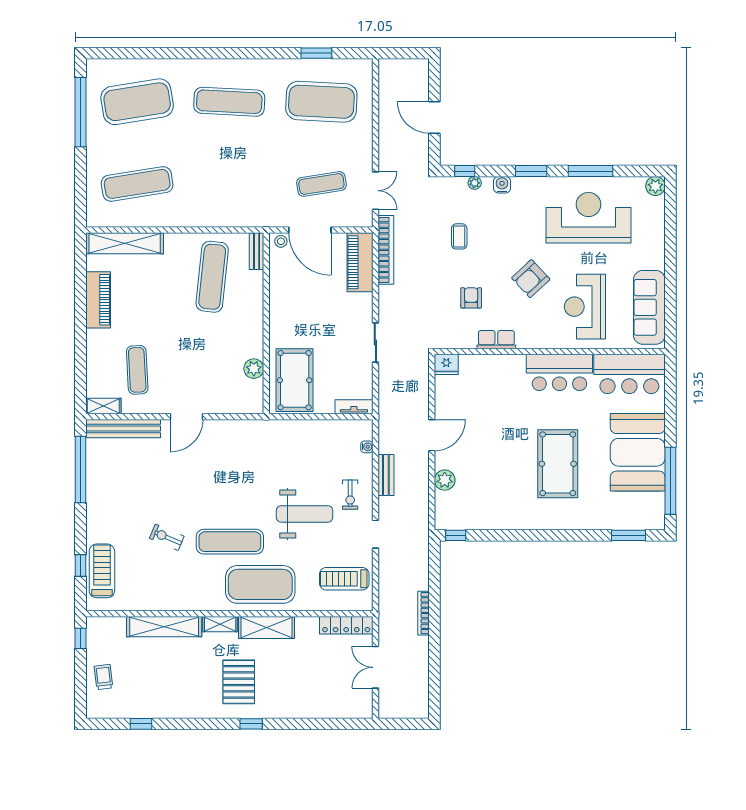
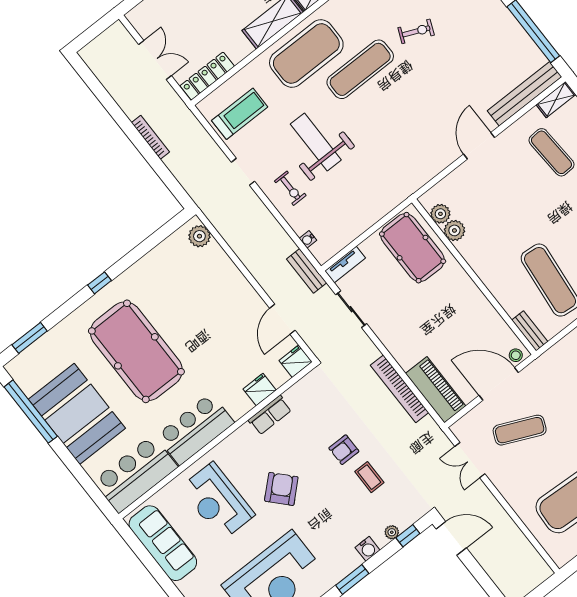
door: (434, 117) -> (451, 538), moved
exercise mat: (321, 184) -> (520, 430), turned 33
bookcase: (386, 250) -> (400, 389), moved
armchair: (471, 298) -> (344, 450), moved, turned 90
reception desk: (585, 307) -> (217, 501), turned 180
sliding door: (375, 342) -> (351, 309), moved
fridge: (489, 364) -> (260, 390), added
plant: (254, 389) -> (440, 214), added
door: (432, 435) -> (282, 319), moved
pool table: (558, 464) -> (136, 351), width x1.36, depth x1.32
bench: (386, 475) -> (307, 271), moved
plant: (445, 480) -> (199, 236), moved
exercise bike: (350, 495) -> (290, 188), turned 180
weight bench: (305, 514) -> (316, 142), turned 90
window: (456, 535) -> (100, 283), moved

